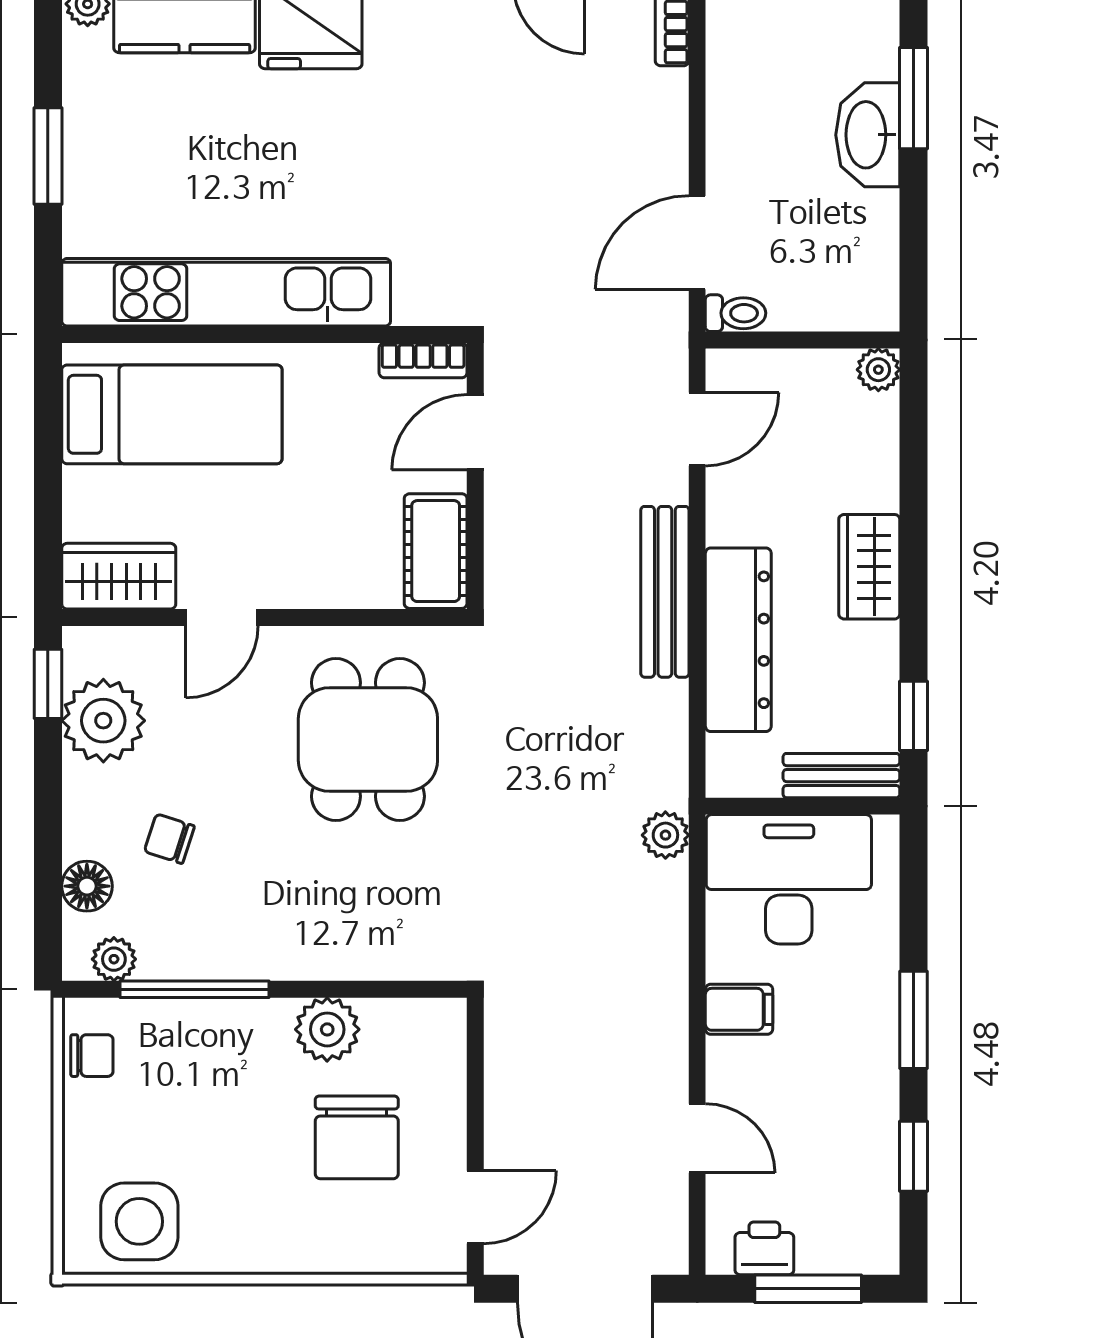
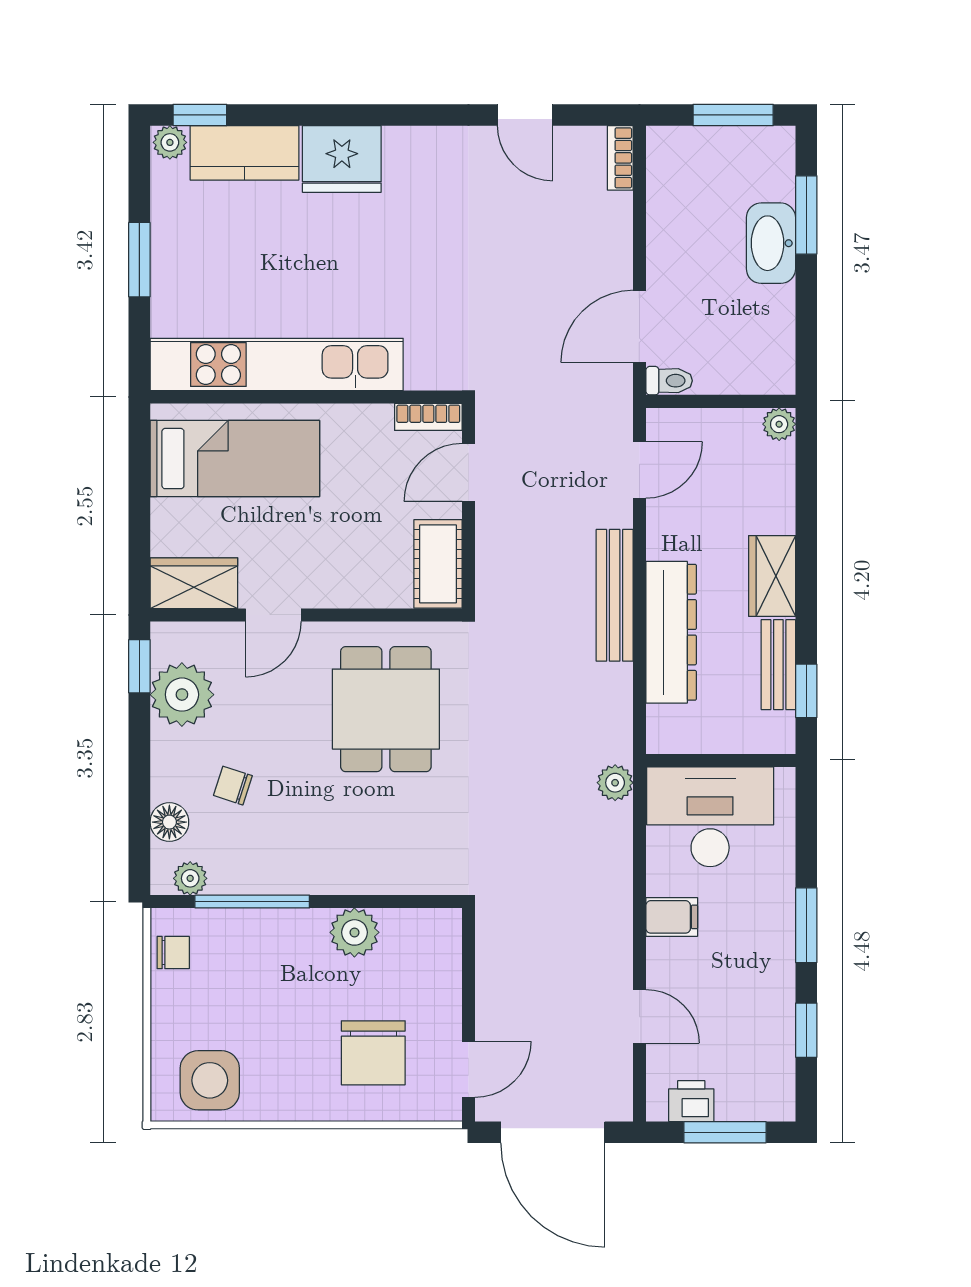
bench: (841, 776) -> (778, 665), moved, turned 90
chair: (357, 1137) -> (373, 1053), moved

